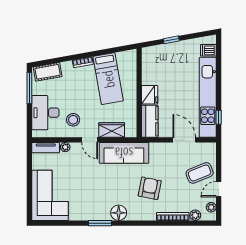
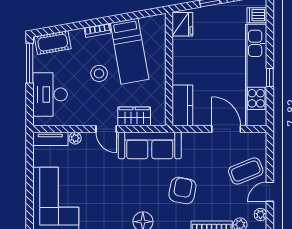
fridge: (150, 95) -> (182, 24), moved
window: (219, 117) -> (270, 78), moved
stool: (73, 120) -> (99, 73), moved

